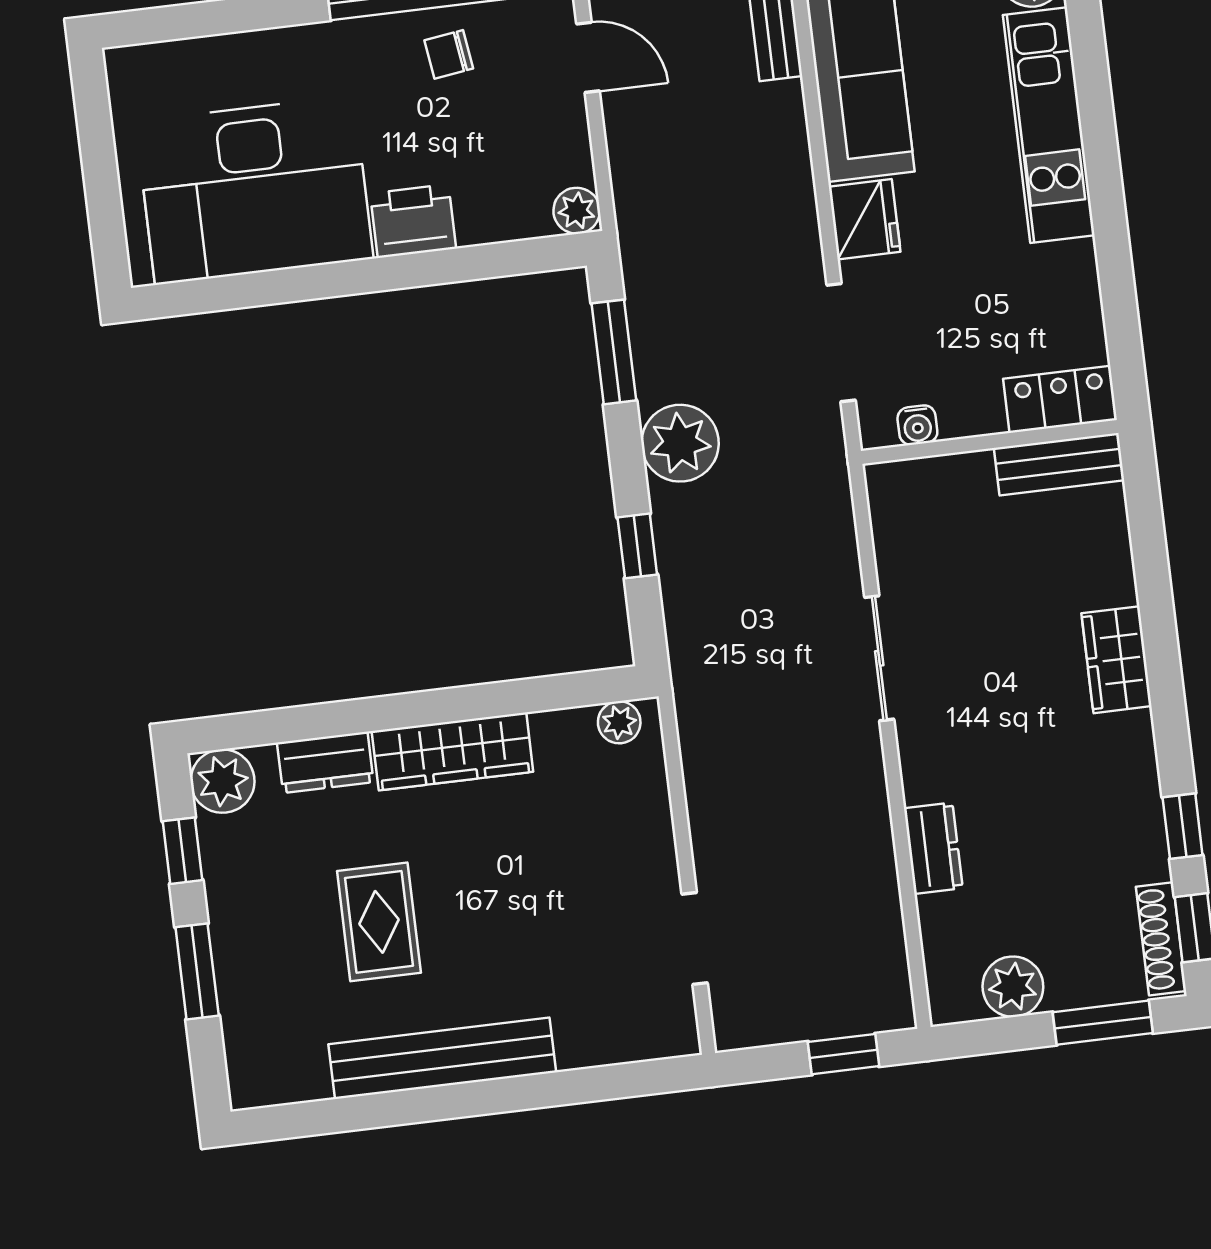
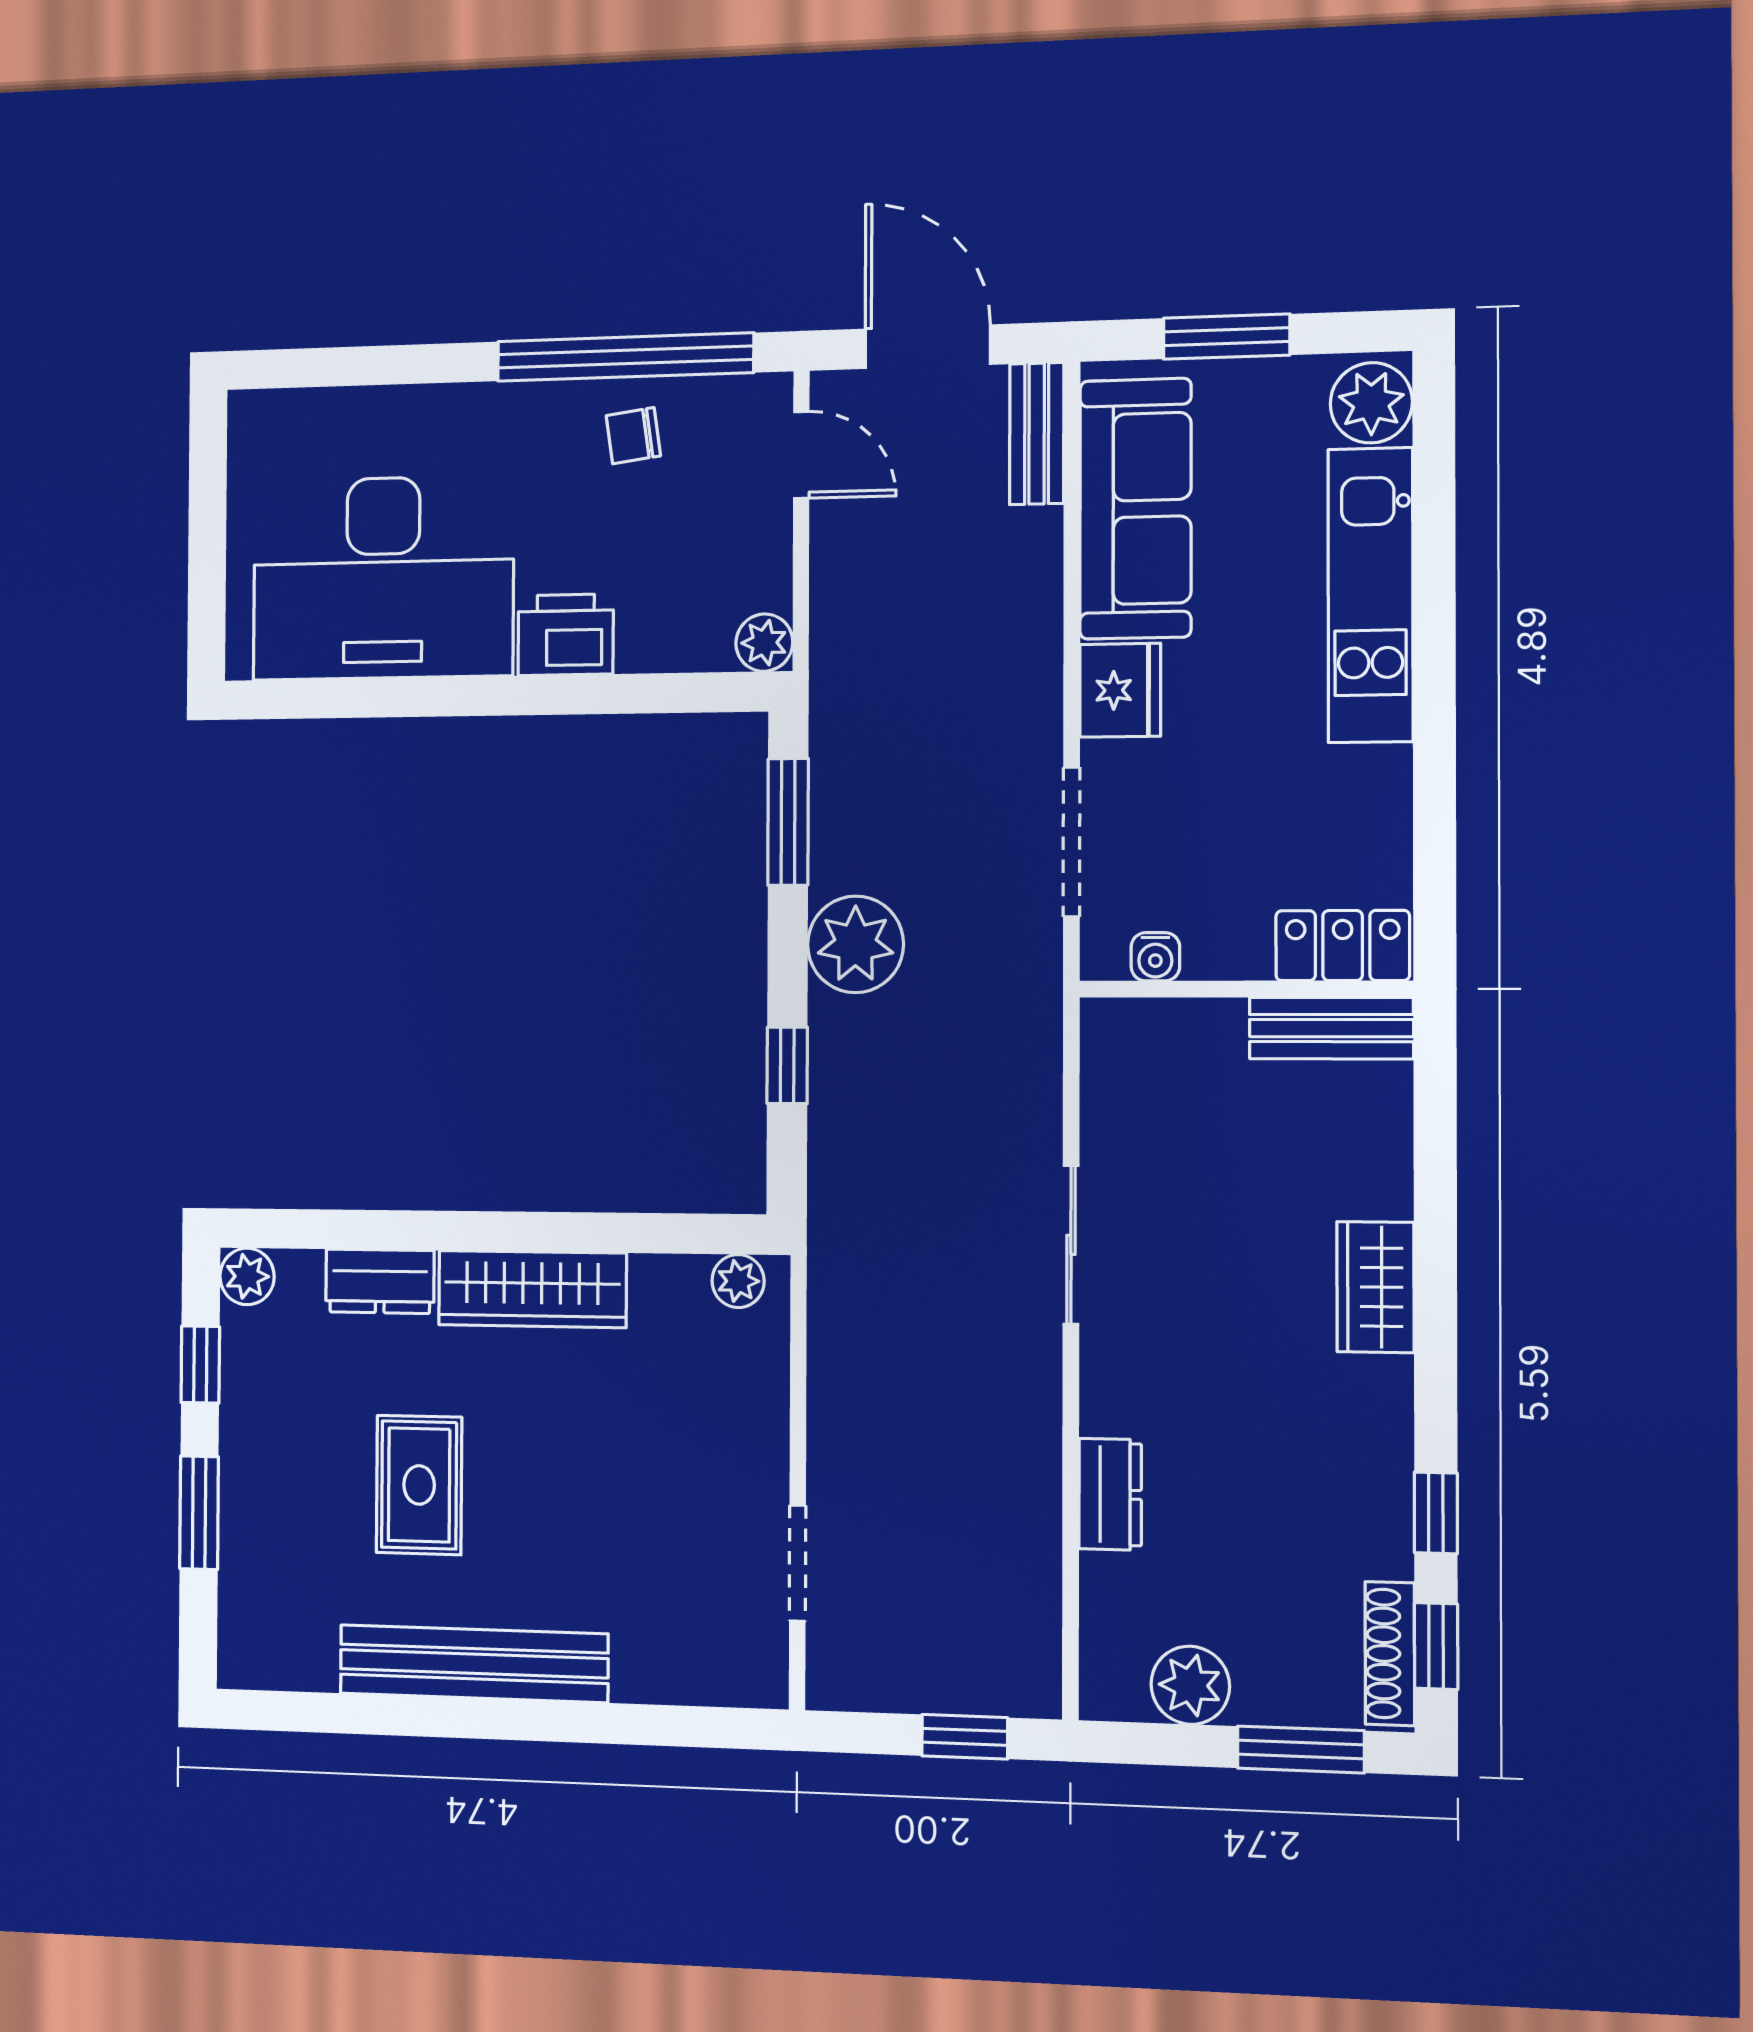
plant: (223, 781) -> (247, 1276), width x0.73, depth x0.73

